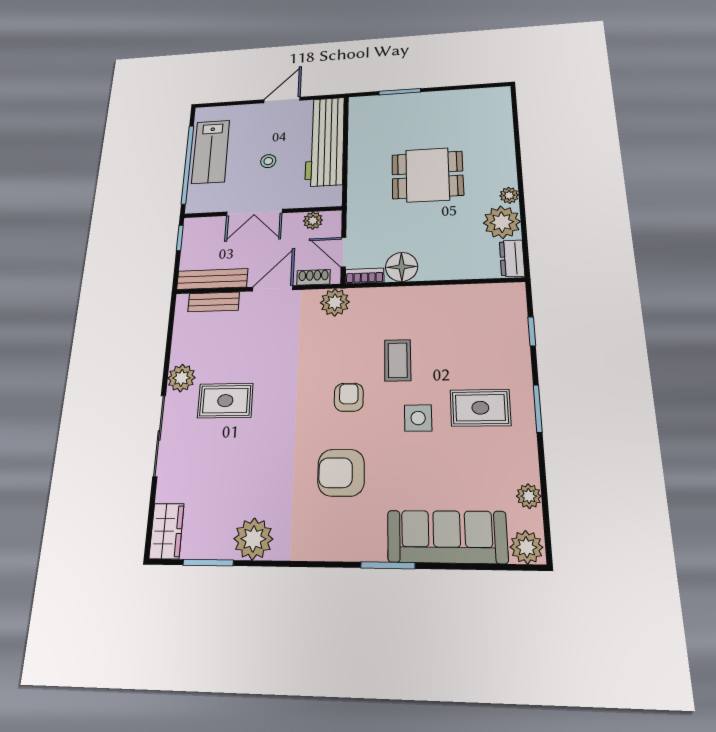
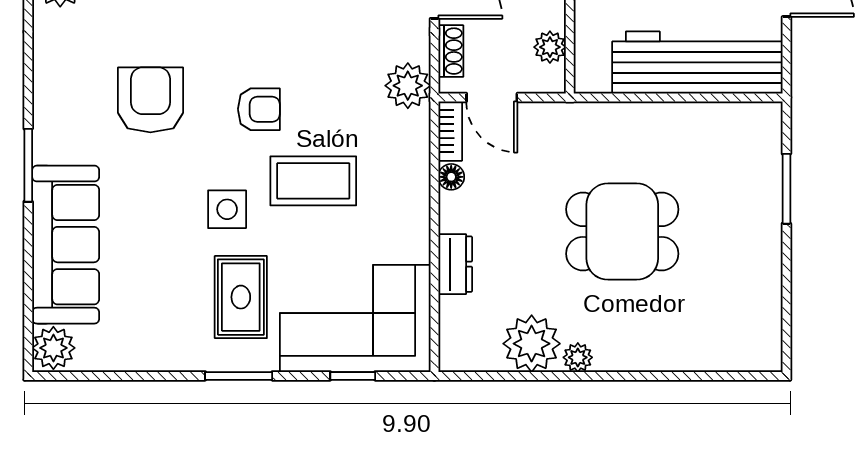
dining table: (427, 175) -> (622, 232), turned 90
door: (343, 252) -> (492, 97), swing flipped
dresser: (512, 258) -> (455, 264), moved, turned 90
floor lamp: (402, 267) -> (451, 177), width x0.53, depth x0.53
corner sofa: (491, 331) -> (355, 318), added
coffee table: (398, 360) -> (313, 181), width x1.36, depth x1.30
plant: (529, 496) -> (119, 356), removed

